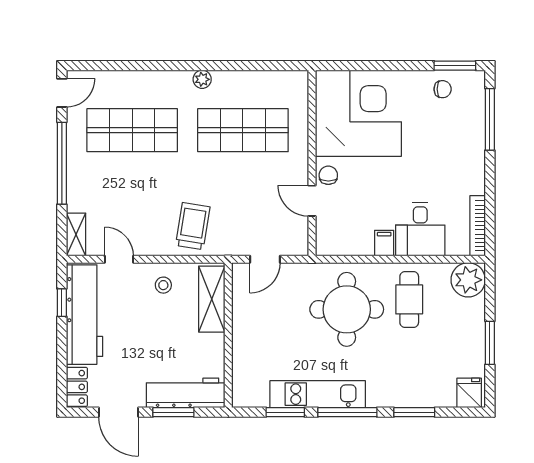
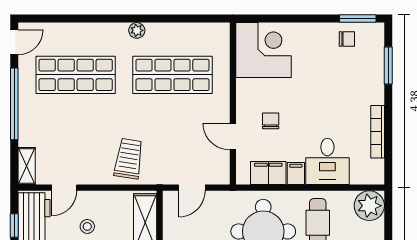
corner desk: (358, 113) -> (263, 50), width x0.74, depth x0.74
window: (490, 119) -> (388, 65), width x0.69
chair: (328, 175) -> (271, 121), moved
bookcase: (478, 226) -> (378, 132), moved
filing cabinet: (353, 242) -> (268, 173), added
door: (119, 259) -> (64, 188), swing flipped
stool: (163, 285) -> (87, 226), moved

